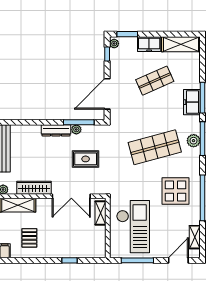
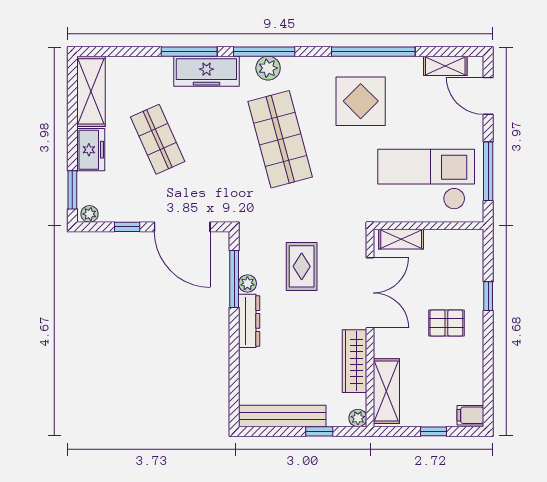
window: (107, 54) -> (127, 227), moved
freezer: (192, 102) -> (206, 71), width x1.40
pallet: (29, 238) -> (446, 323), moved

